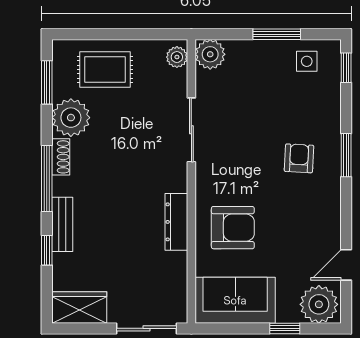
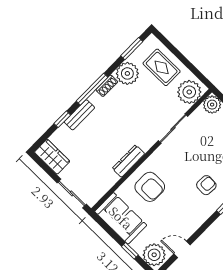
plant: (177, 57) -> (189, 92), width x1.87, depth x1.87

